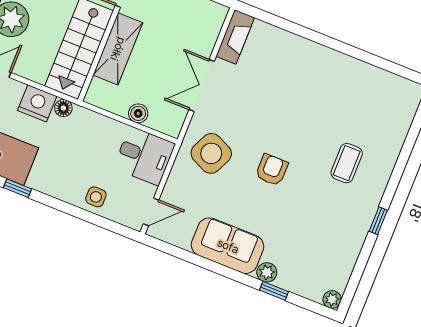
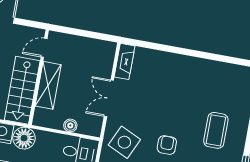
floor lamp: (63, 108) -> (24, 138), width x1.89, depth x1.89
coffee table: (347, 163) -> (216, 130), width x1.36, depth x1.30

